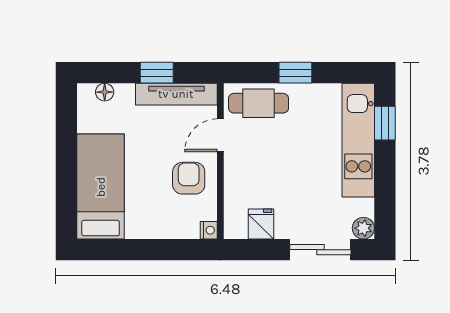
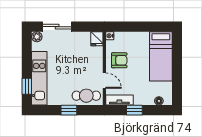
tv unit: (176, 94) -> (119, 100), width x0.71
door: (220, 135) -> (104, 81), hinge flipped
armchair: (189, 178) -> (119, 60), turned -90
fridge: (261, 224) -> (97, 39), moved

